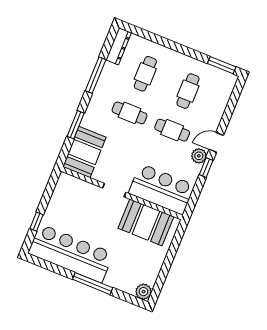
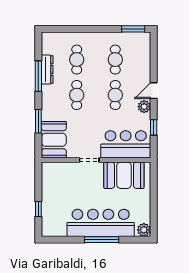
dresser: (119, 46) -> (47, 69), moved
cafe table: (130, 113) -> (77, 95), turned 90
cafe table: (172, 130) -> (115, 95), turned 90
window: (206, 168) -> (154, 127), moved
bar counter: (71, 253) -> (101, 223), moved

